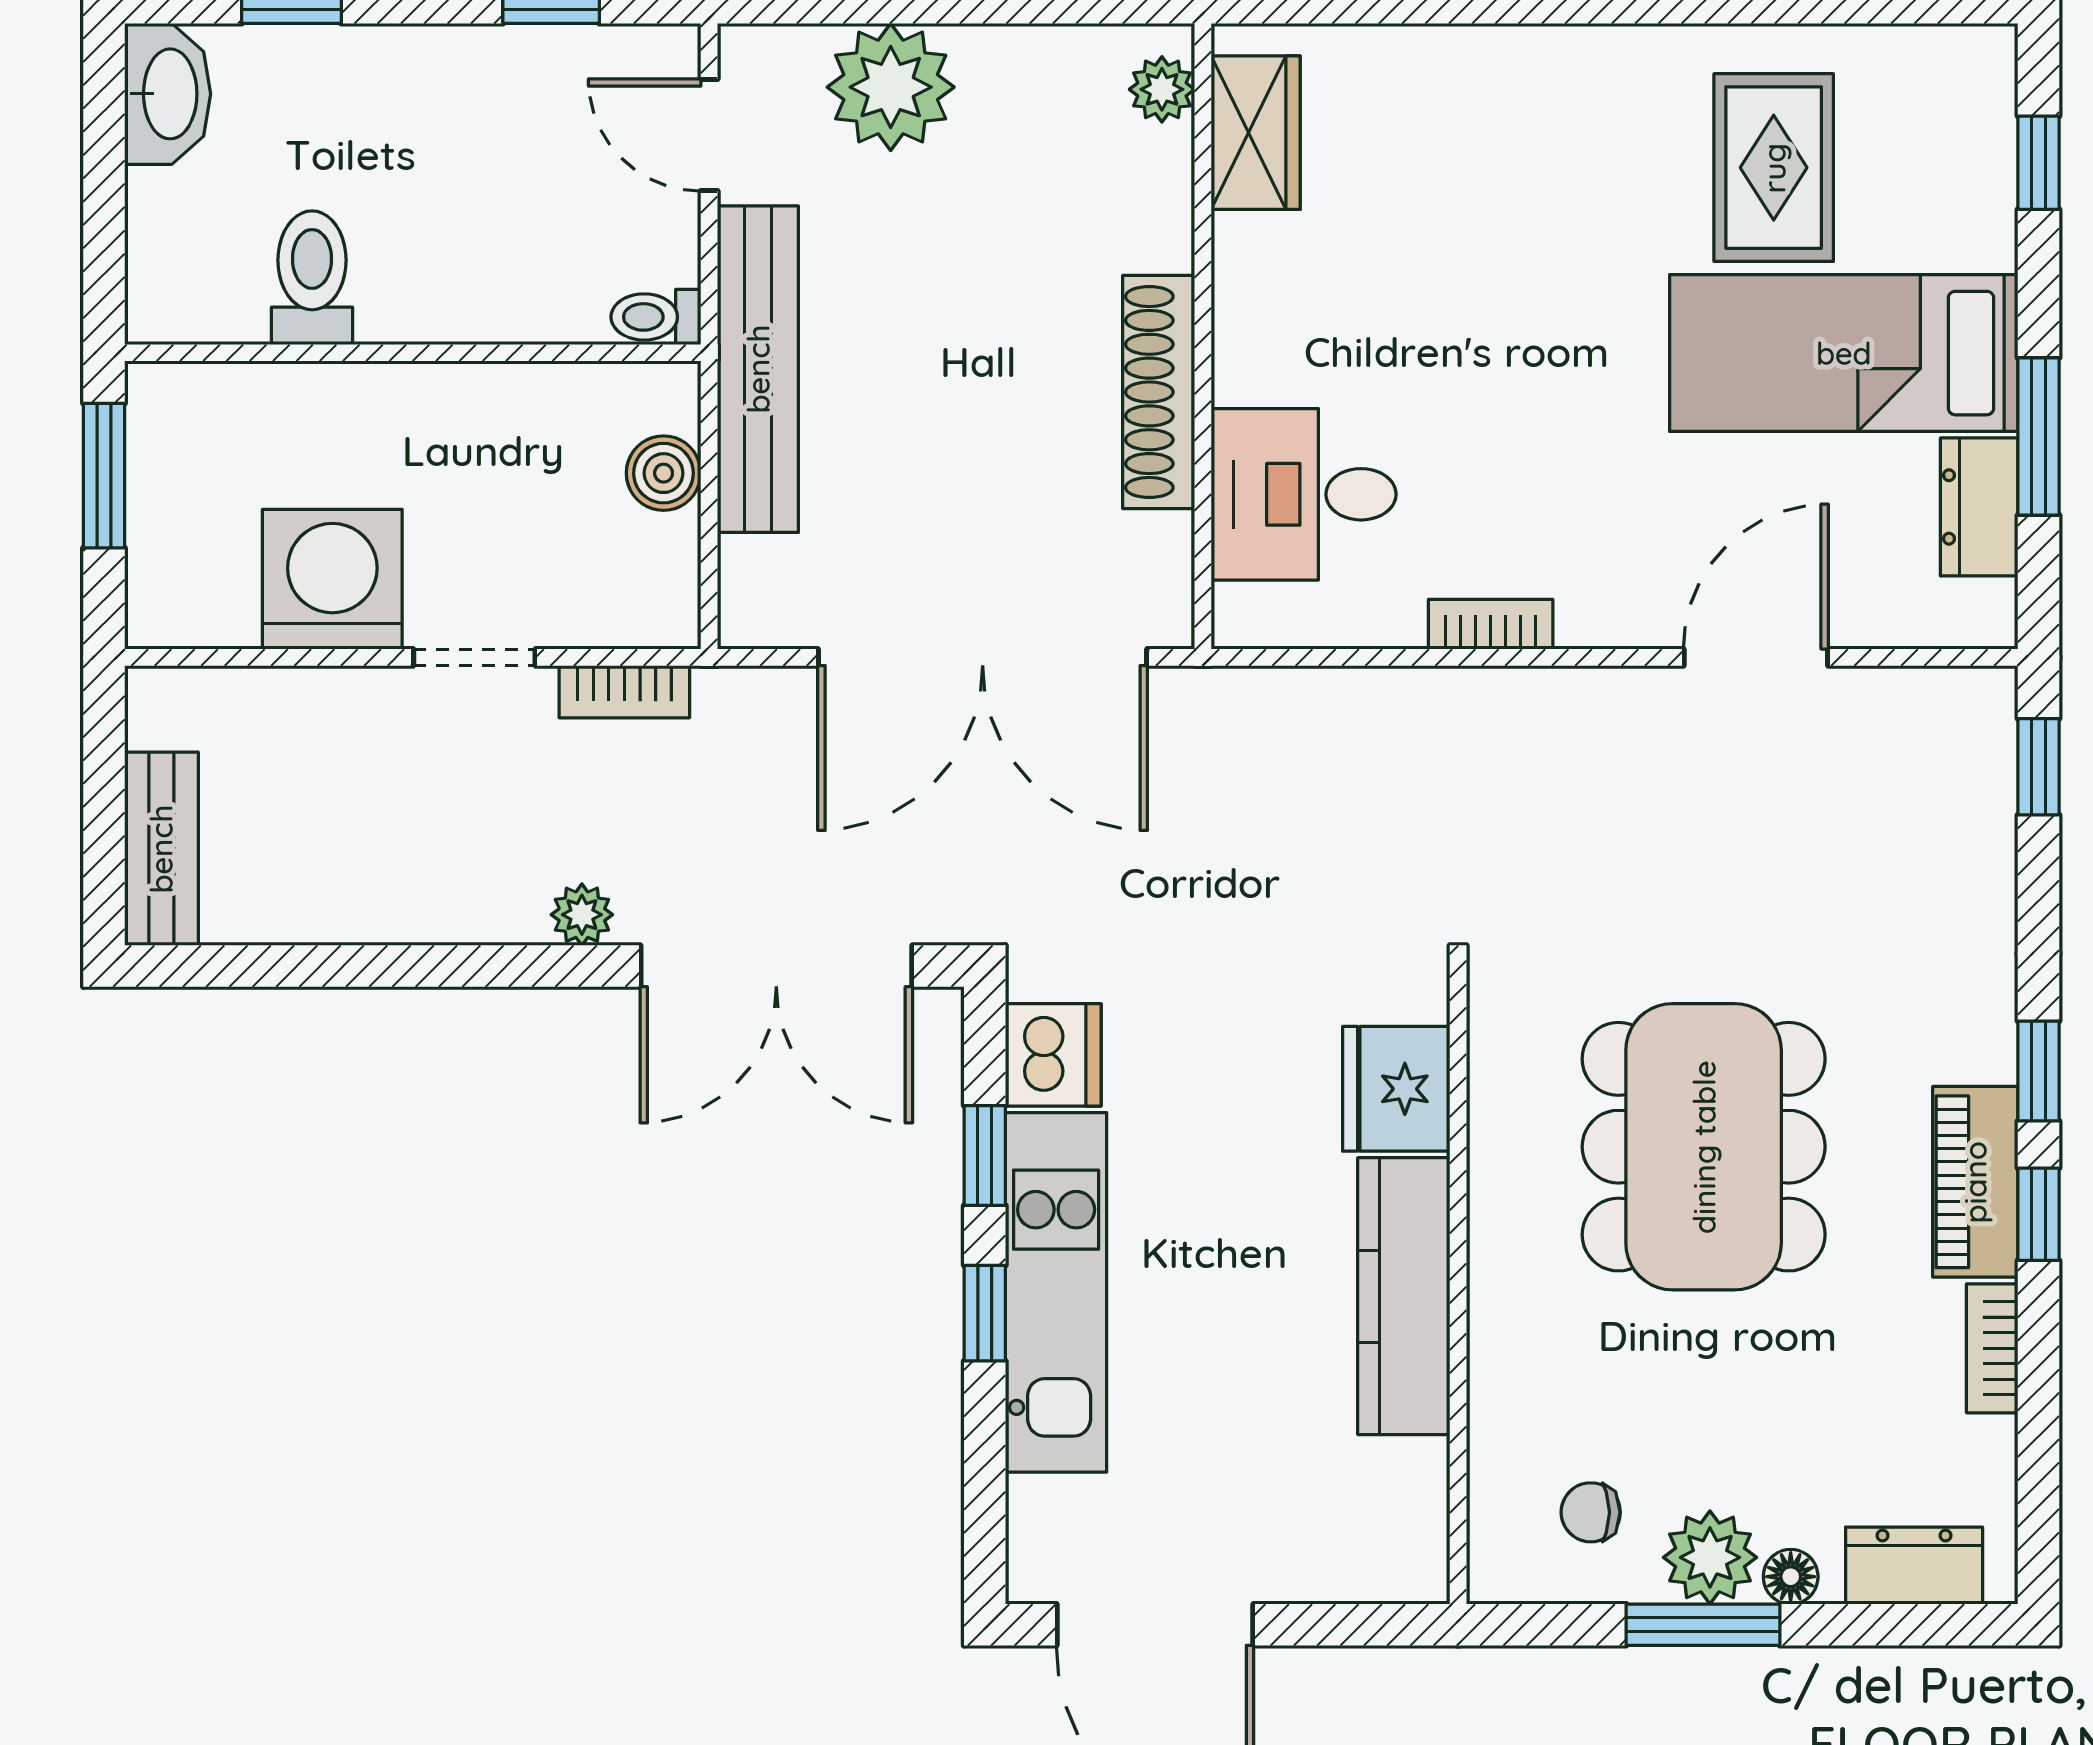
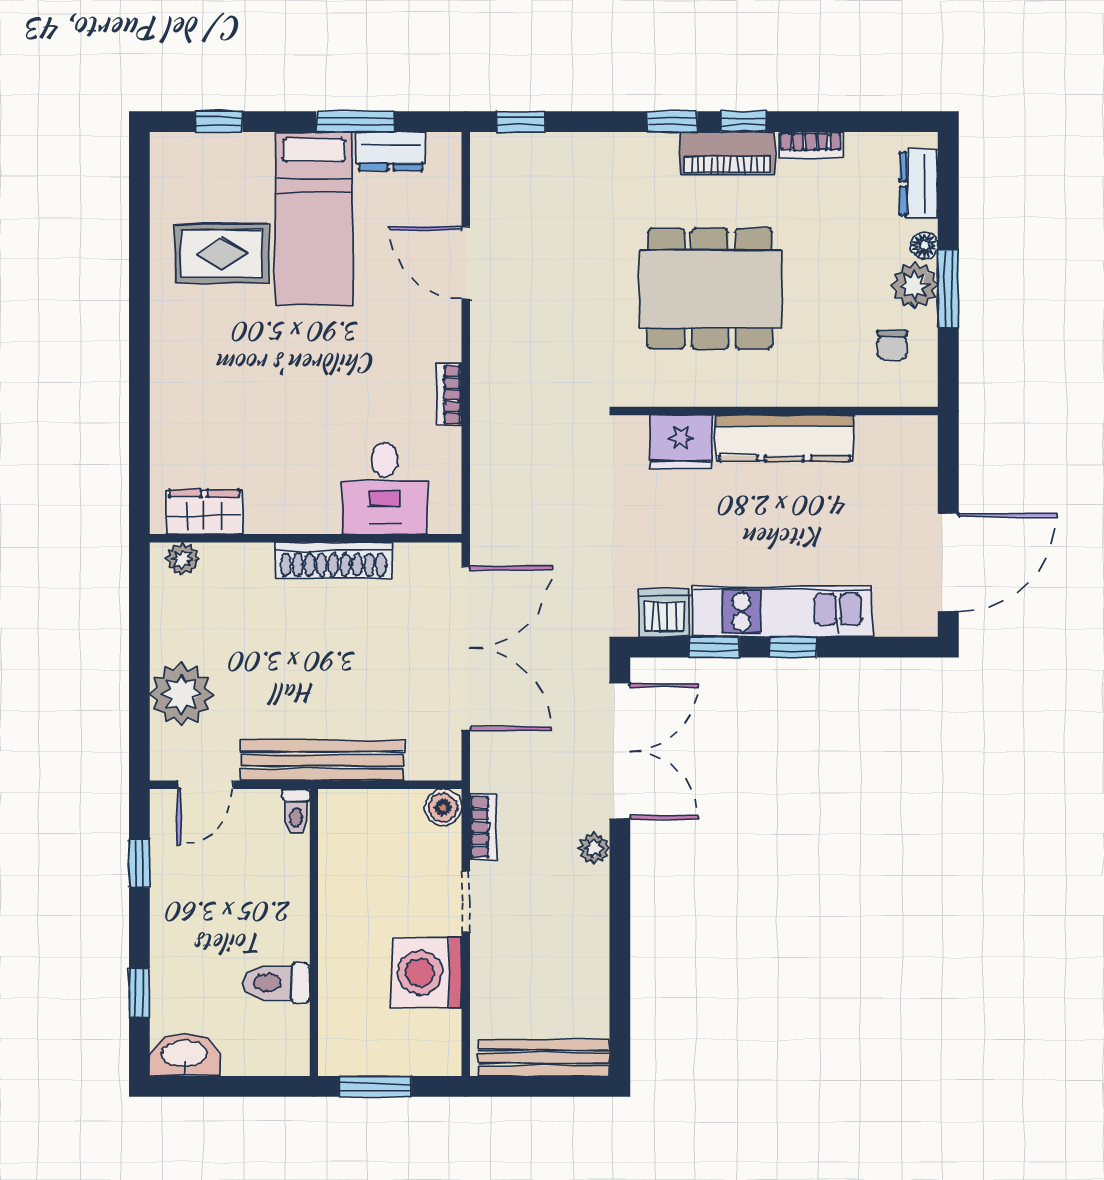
boiler: (664, 473) -> (443, 807), moved
bench: (161, 849) -> (544, 1058), width x1.36

